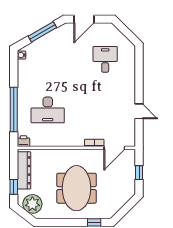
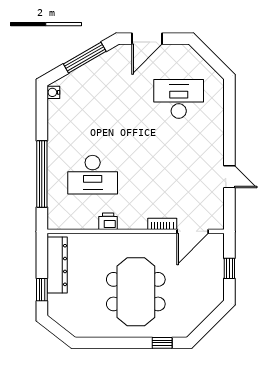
desk: (105, 59) -> (179, 99), width x1.37
printer: (23, 141) -> (108, 221), moved
plant: (32, 204) -> (70, 315), removed

